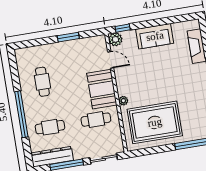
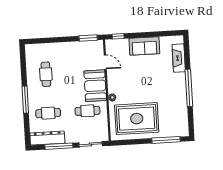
window: (68, 37) -> (88, 38), moved
plant: (115, 39) -> (111, 45), removed
window: (21, 114) -> (25, 100), width x0.68

